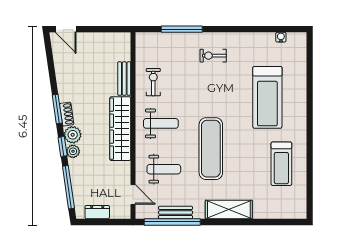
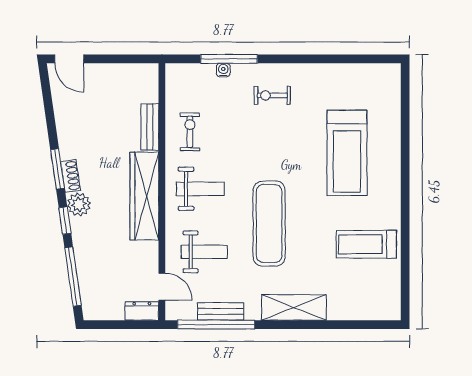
water cooler: (281, 37) -> (223, 70), moved
plant: (73, 151) -> (79, 227), removed
treadmill: (281, 164) -> (366, 244), turned 90
dresser: (97, 212) -> (142, 311), moved

